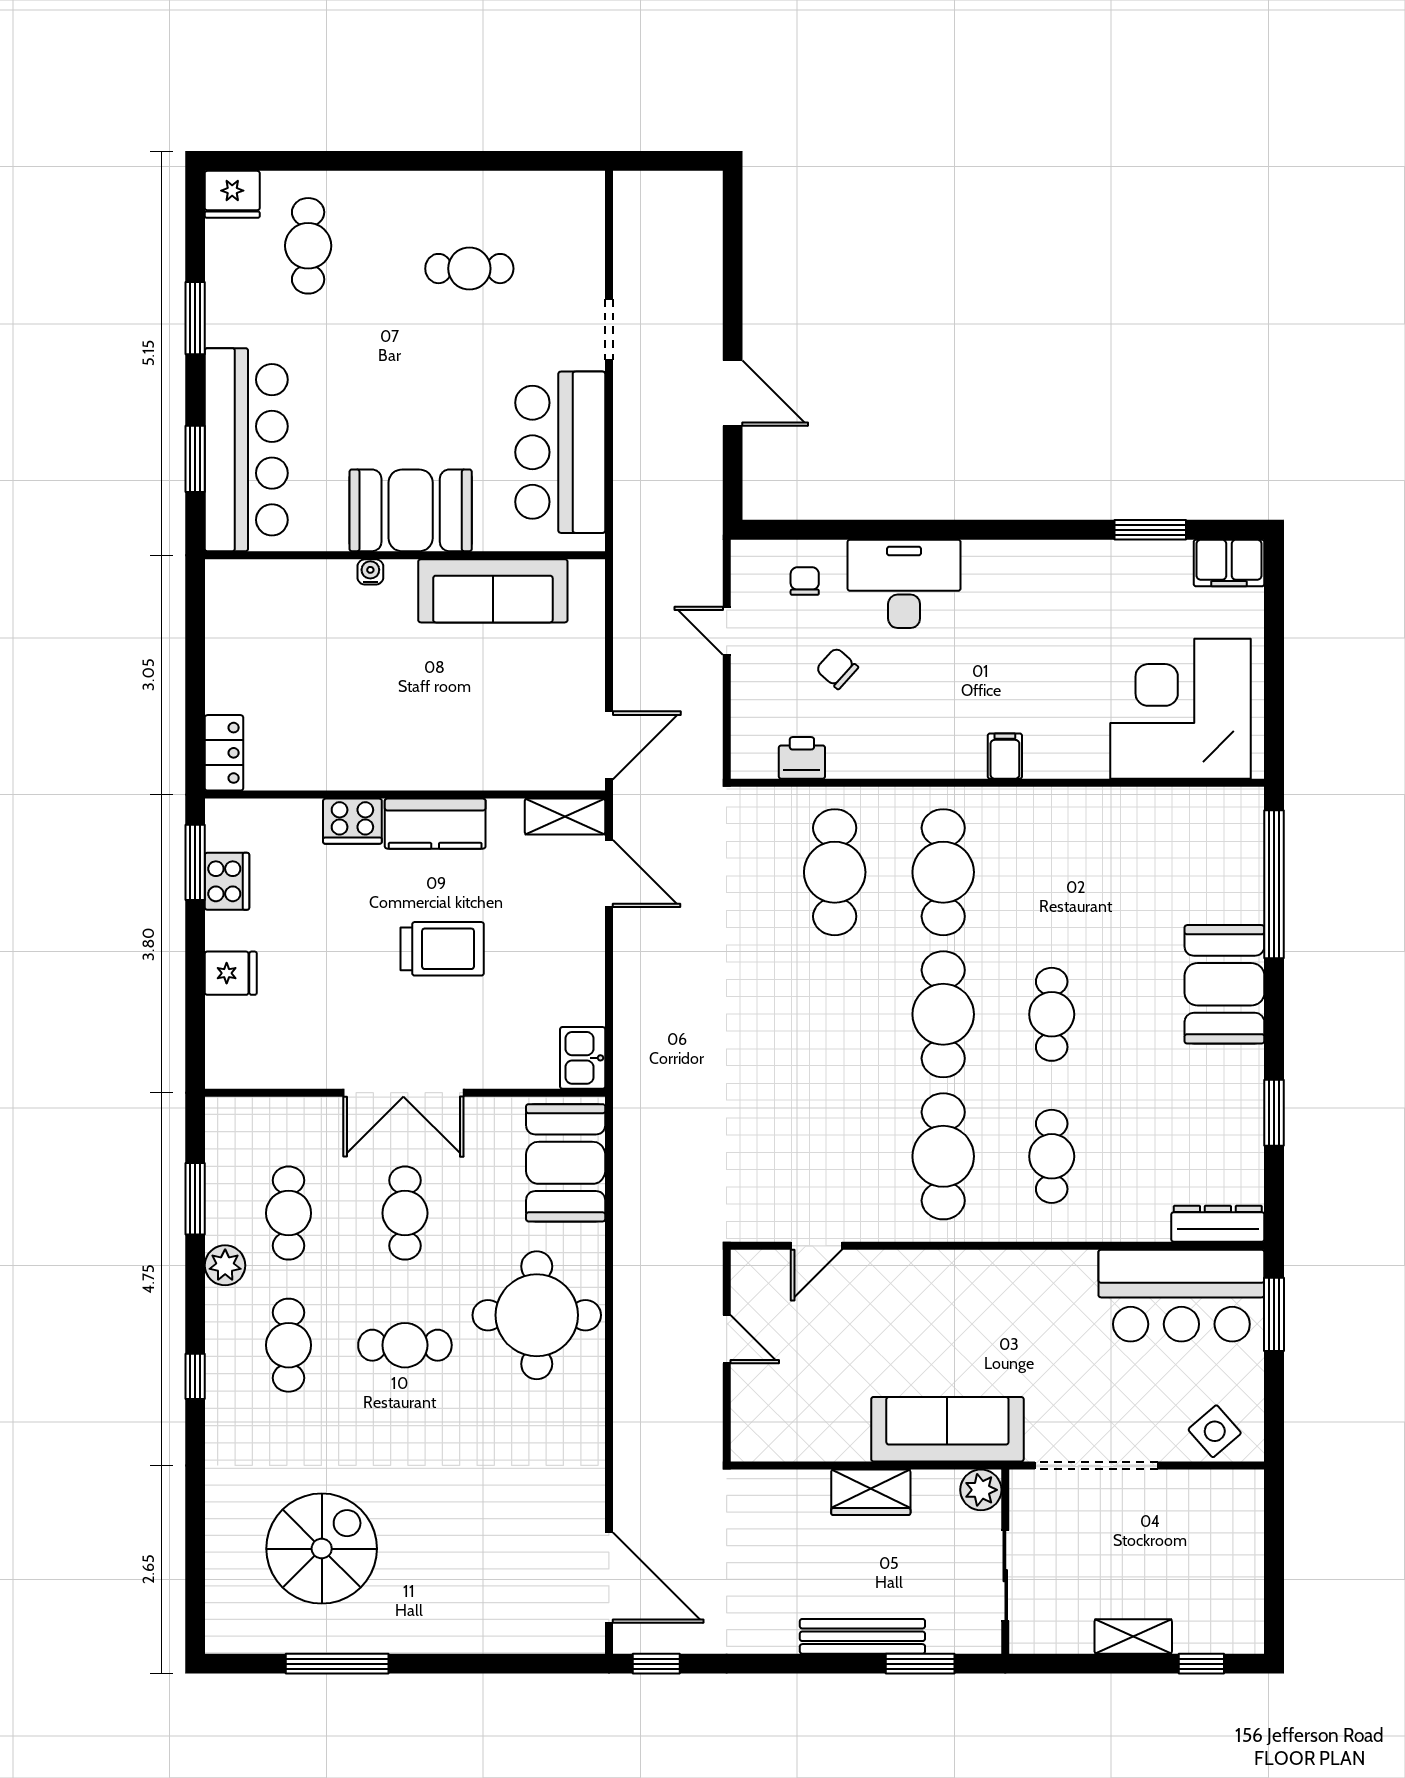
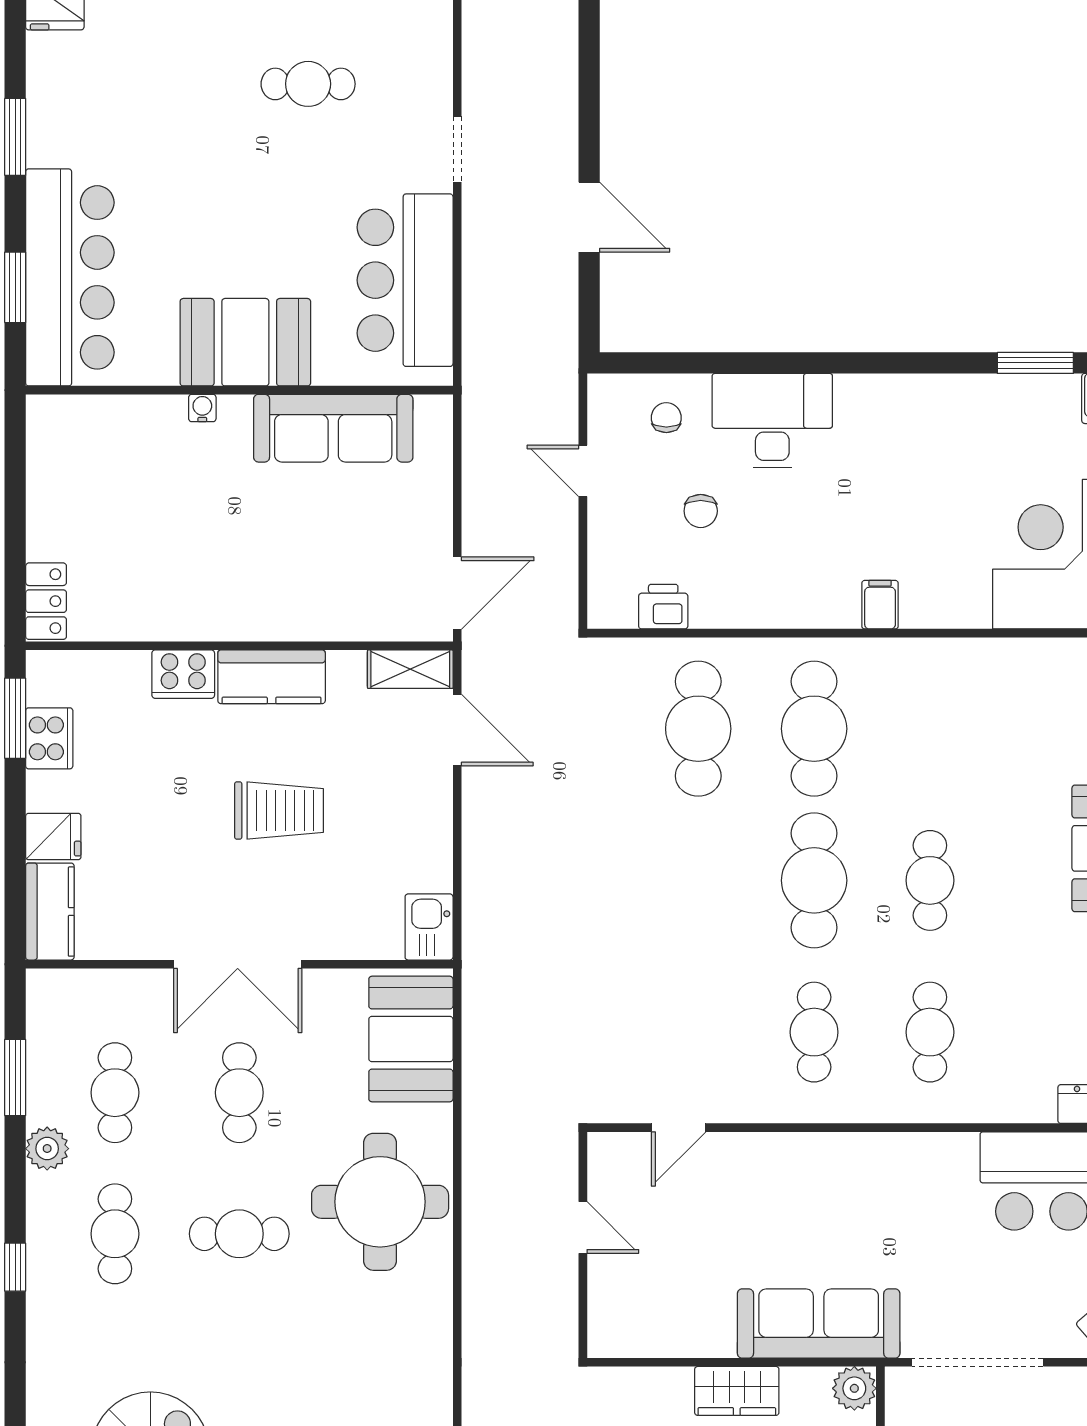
cafe table: (308, 246) -> (136, 60), removed
chair: (837, 668) -> (701, 511), turned -132
kitchen counter: (228, 1043) -> (50, 912), added
cafe table: (943, 1156) -> (814, 1032), width x0.73, depth x0.74

